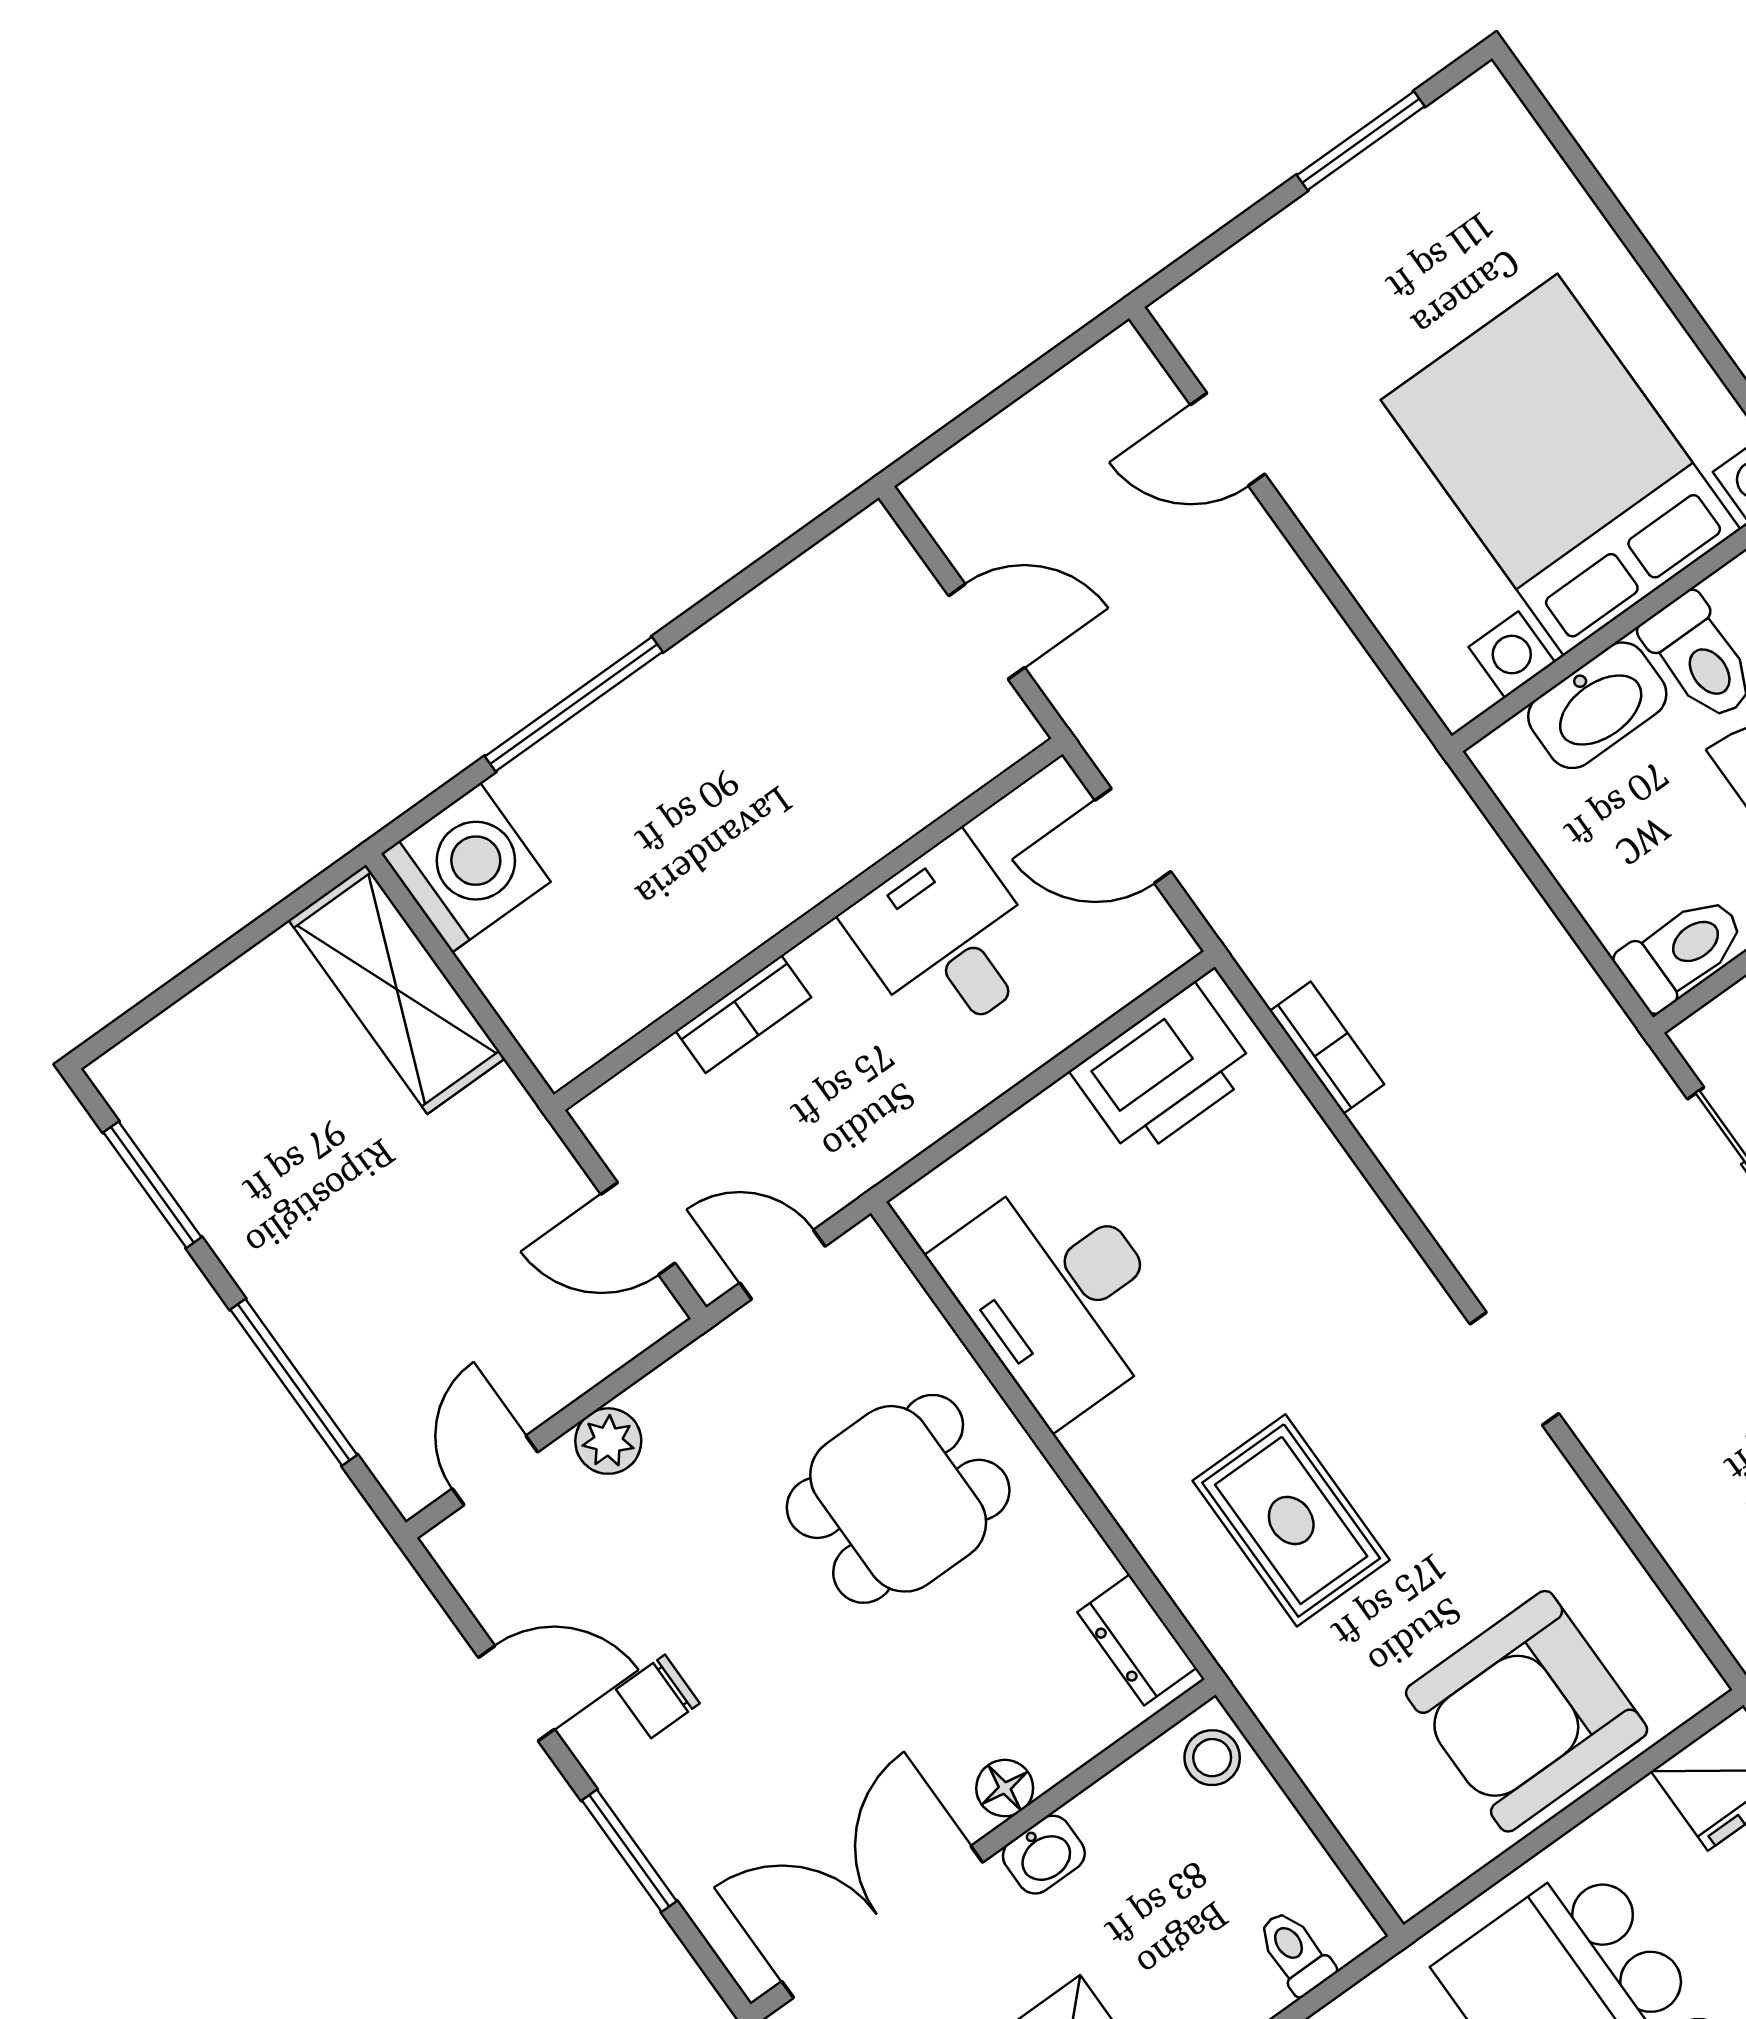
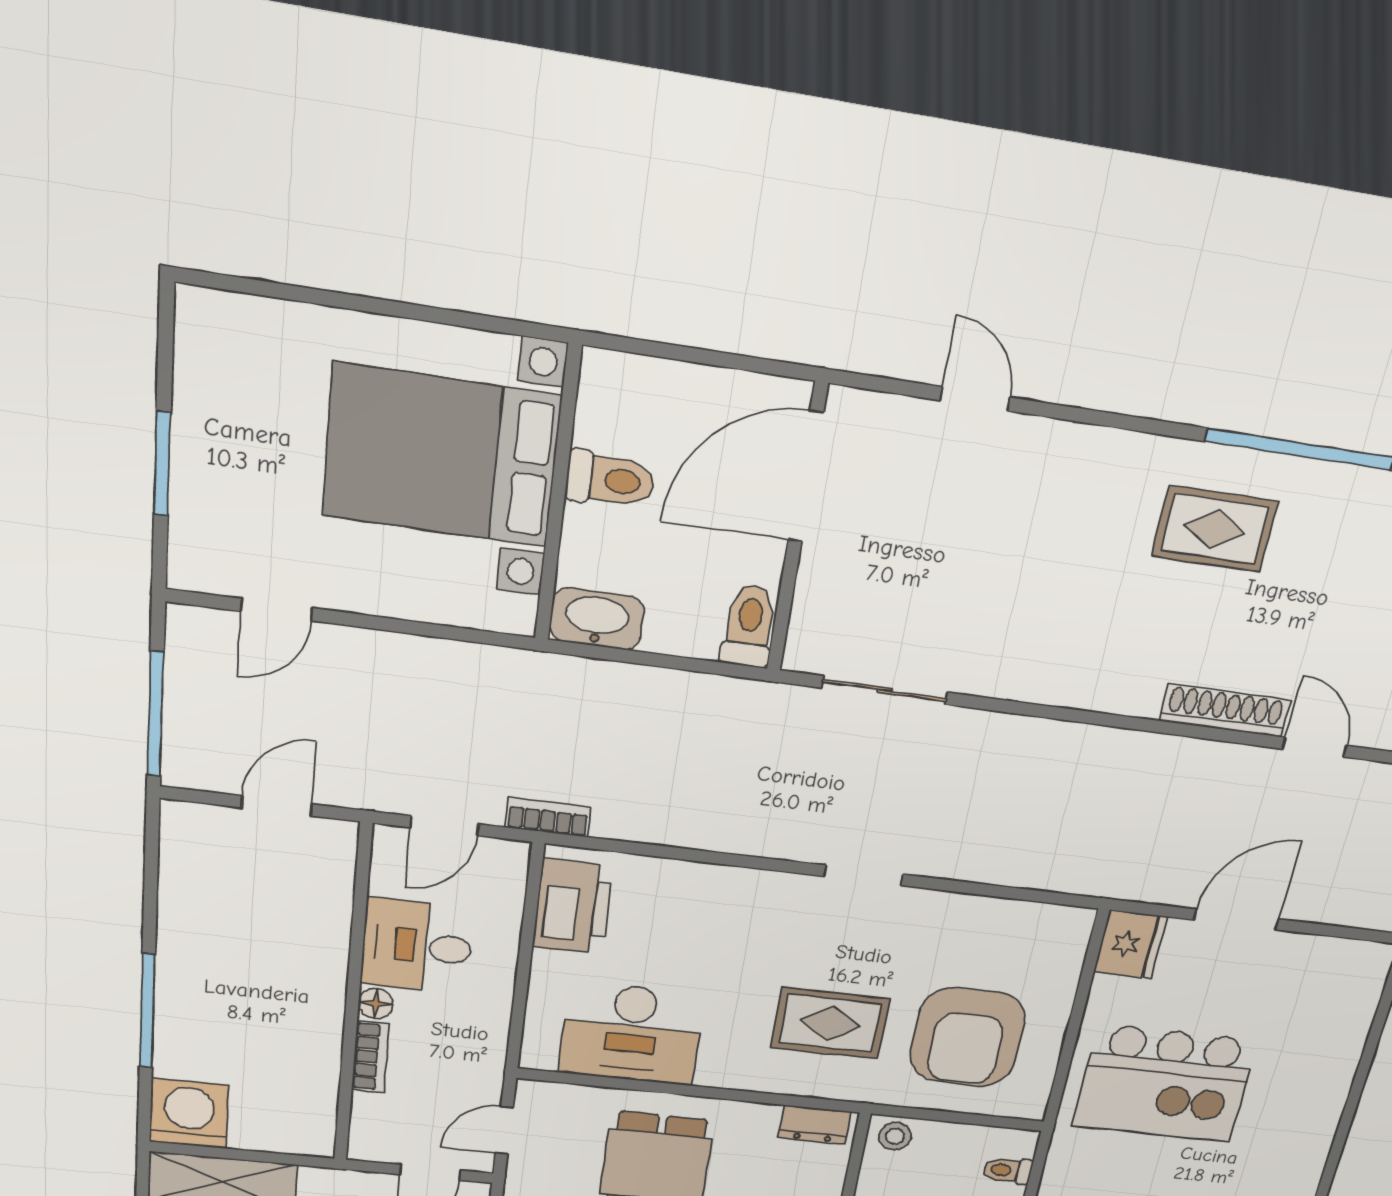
window: (1361, 141) -> (162, 464), moved
window: (982, 412) -> (155, 714), added
washbasin: (1597, 705) -> (597, 619), moved, turned -90
floor lamp: (824, 958) -> (376, 1004), added
bookcase: (1327, 1048) -> (548, 817), moved
armchair: (1527, 1711) -> (968, 1037), moved

